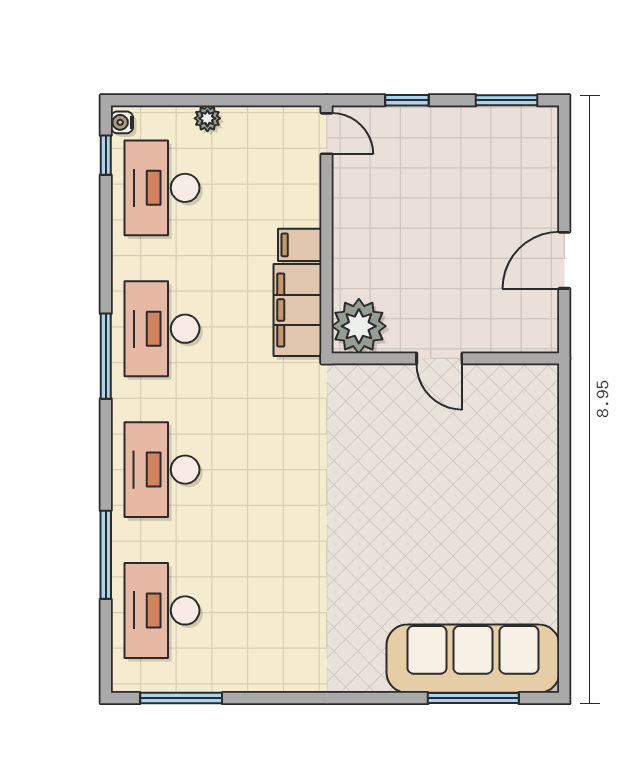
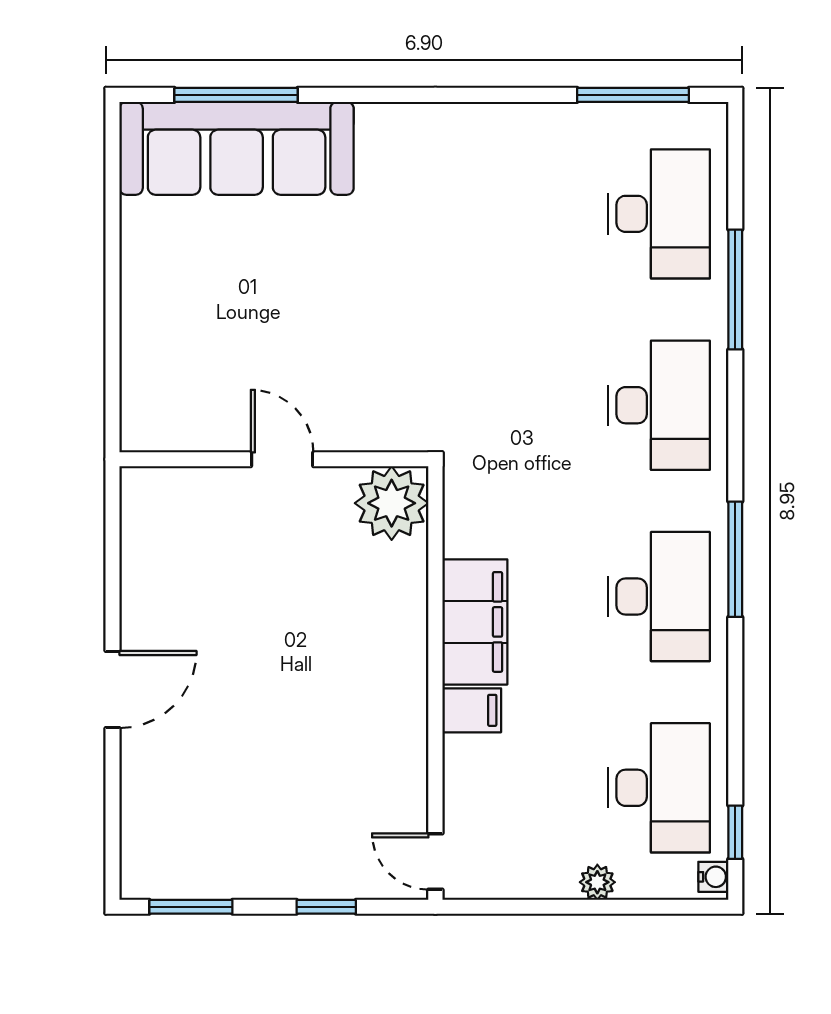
plant: (359, 326) -> (392, 503), moved
door: (439, 358) -> (282, 459), moved
wall: (445, 358) -> (274, 459), moved

